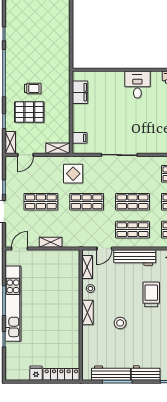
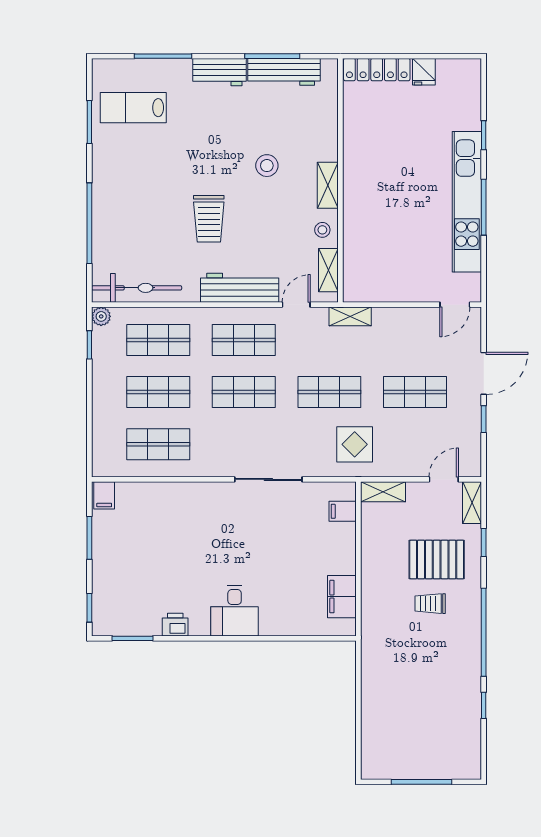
shelving: (51, 242) -> (350, 316), moved

